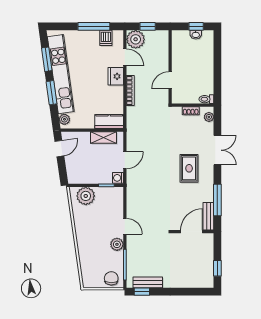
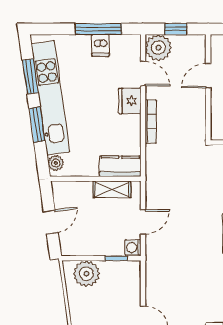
dishwasher: (106, 38) -> (100, 45), moved
door: (170, 80) -> (208, 76), moved
door: (59, 149) -> (51, 222), moved

